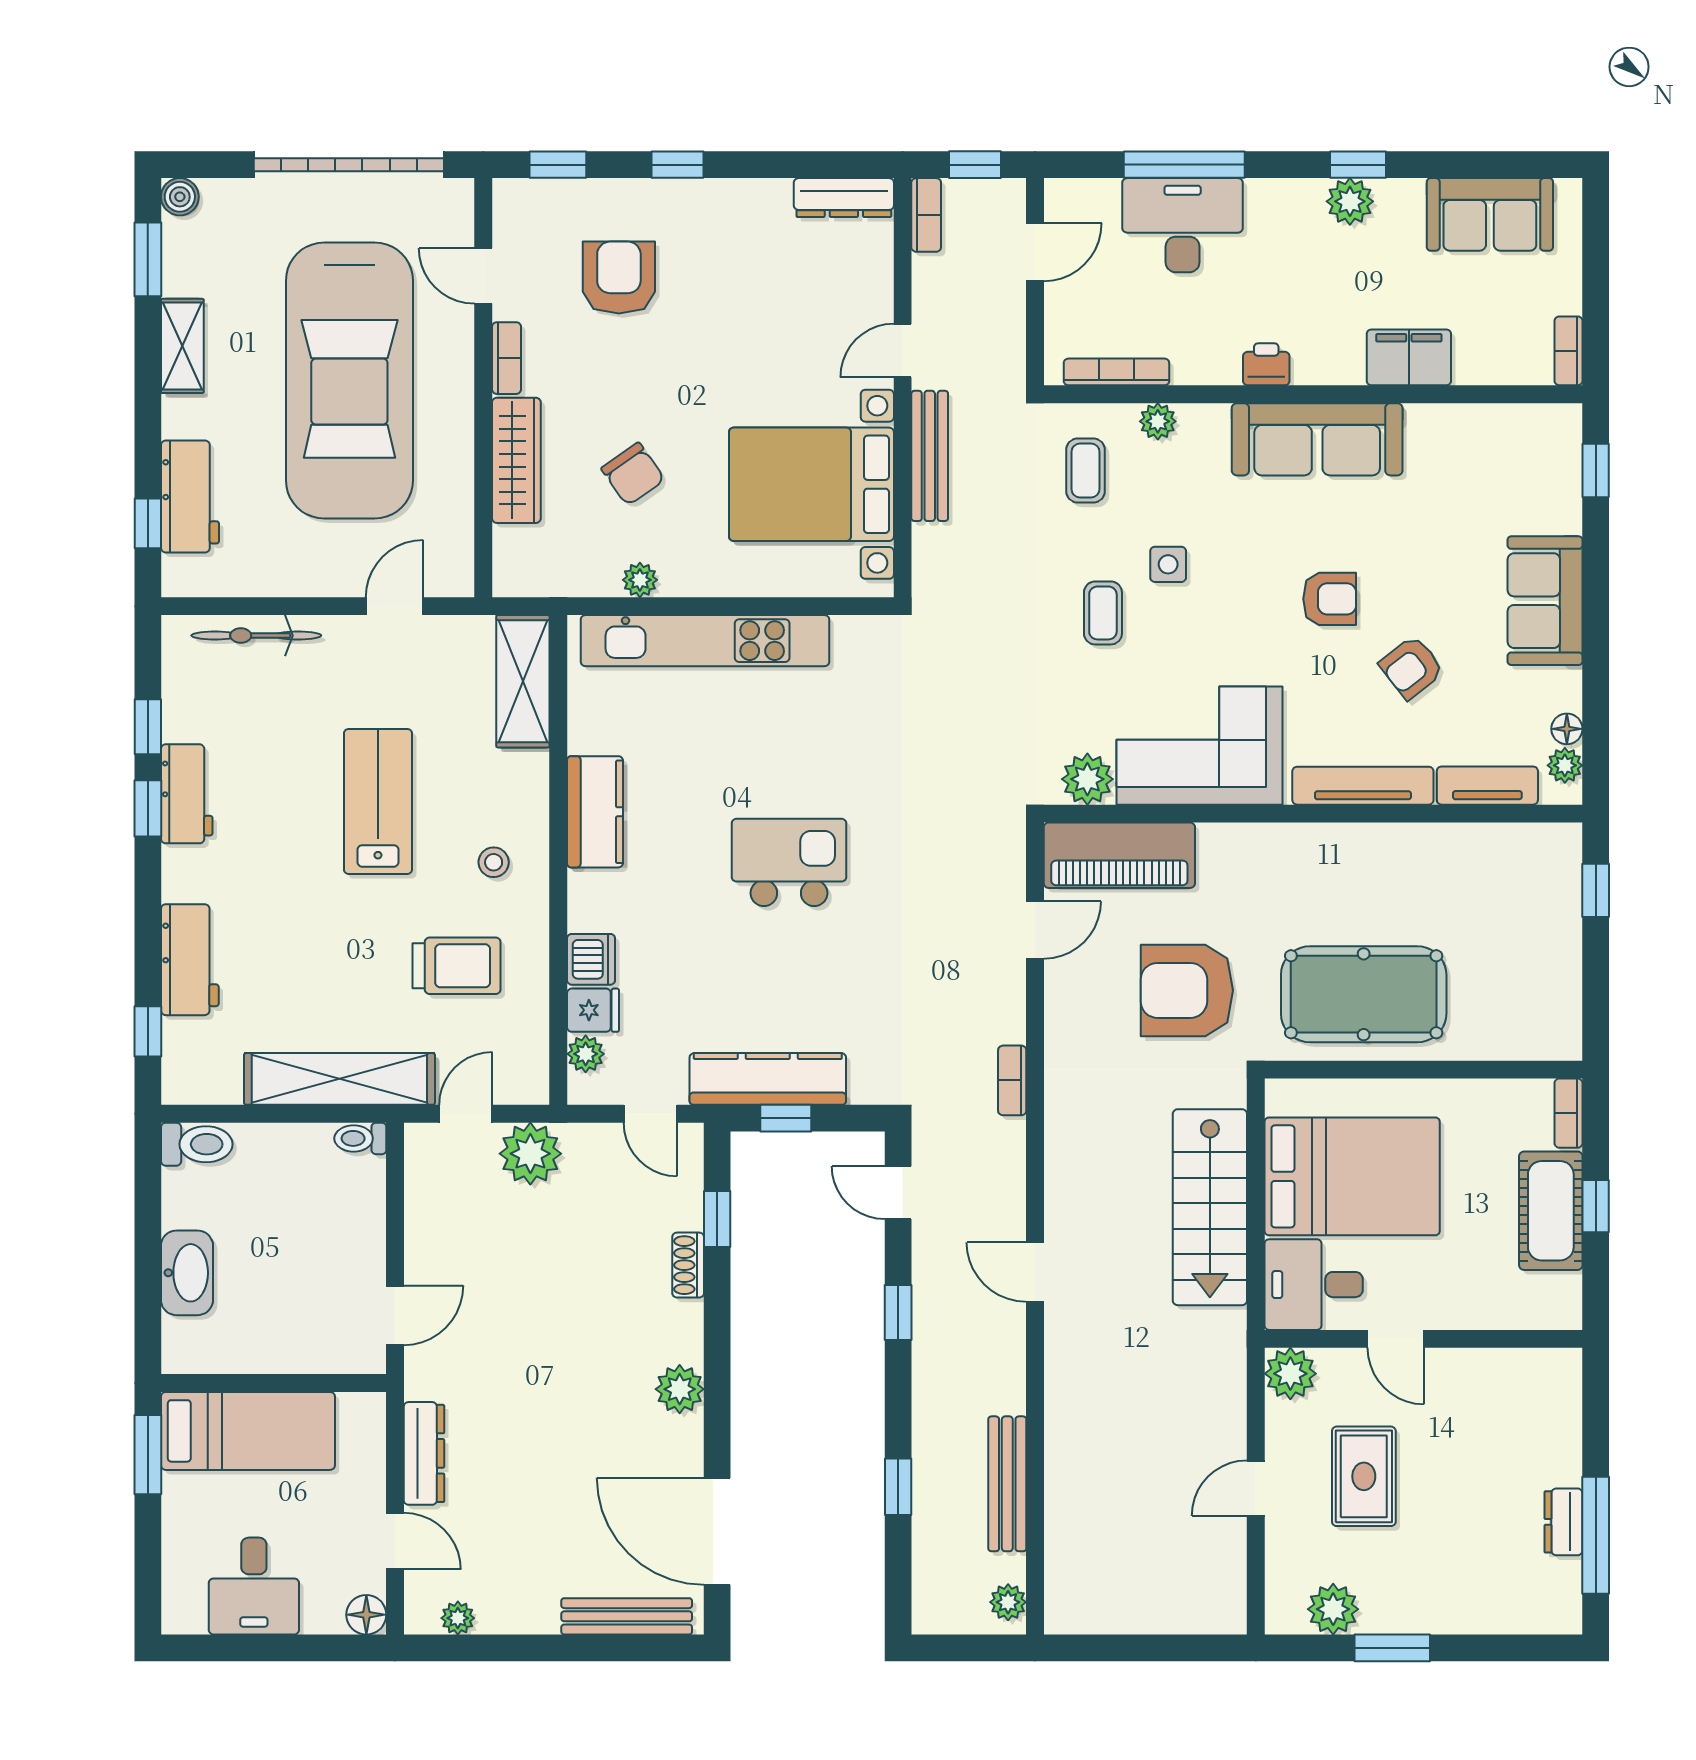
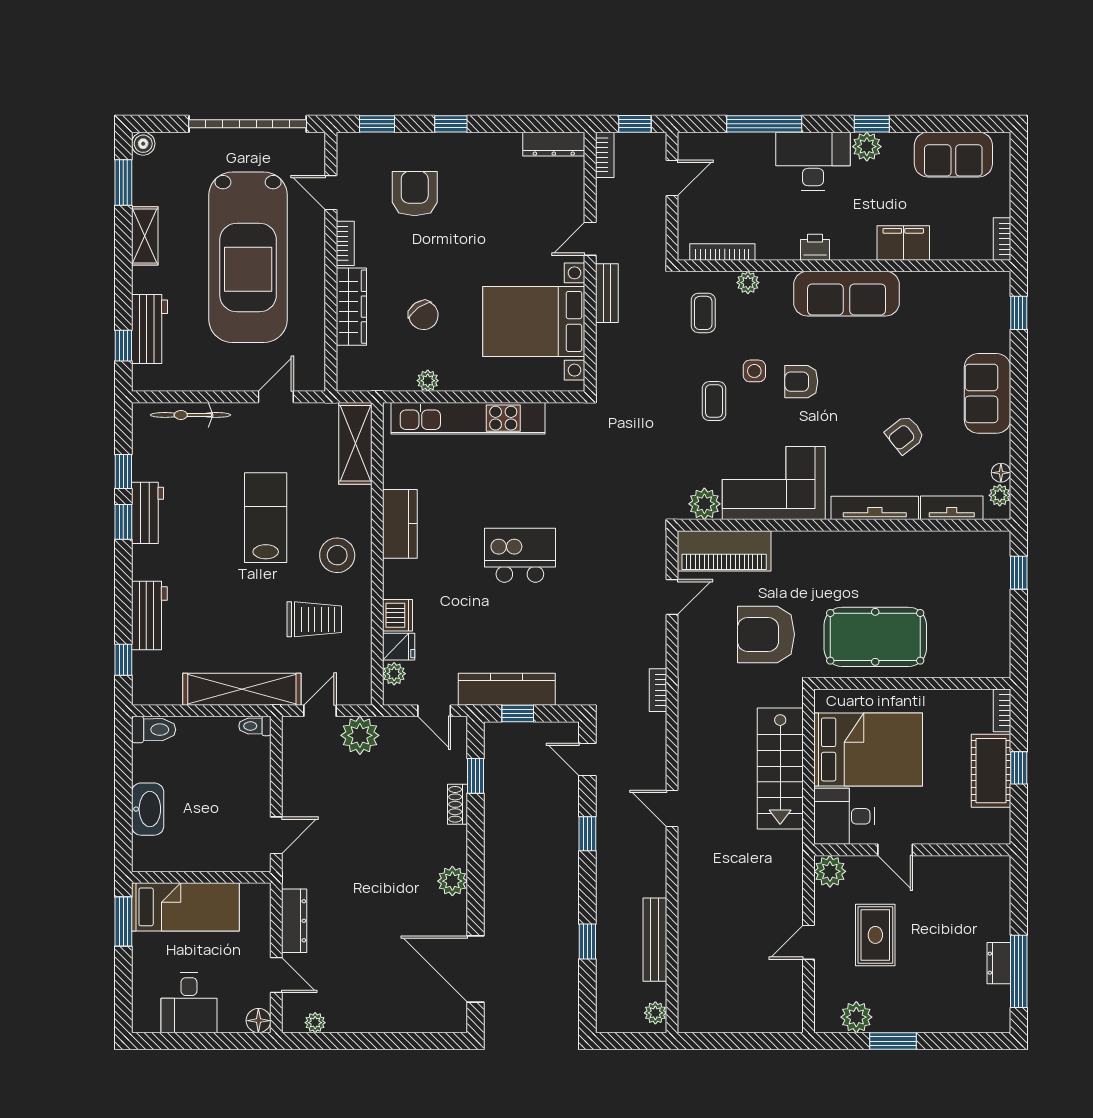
desk: (1183, 225) -> (813, 161), moved
bench: (930, 456) -> (607, 293), width x0.73
armchair: (1330, 599) -> (801, 382), moved, turned 180
stool: (494, 862) -> (337, 555), width x1.89, depth x1.89
bench: (627, 1616) -> (419, 1022), removed

